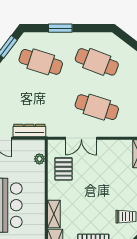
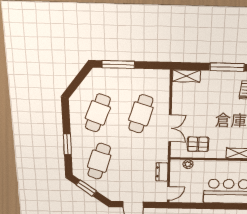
dresser: (29, 131) -> (162, 172), width x0.70

